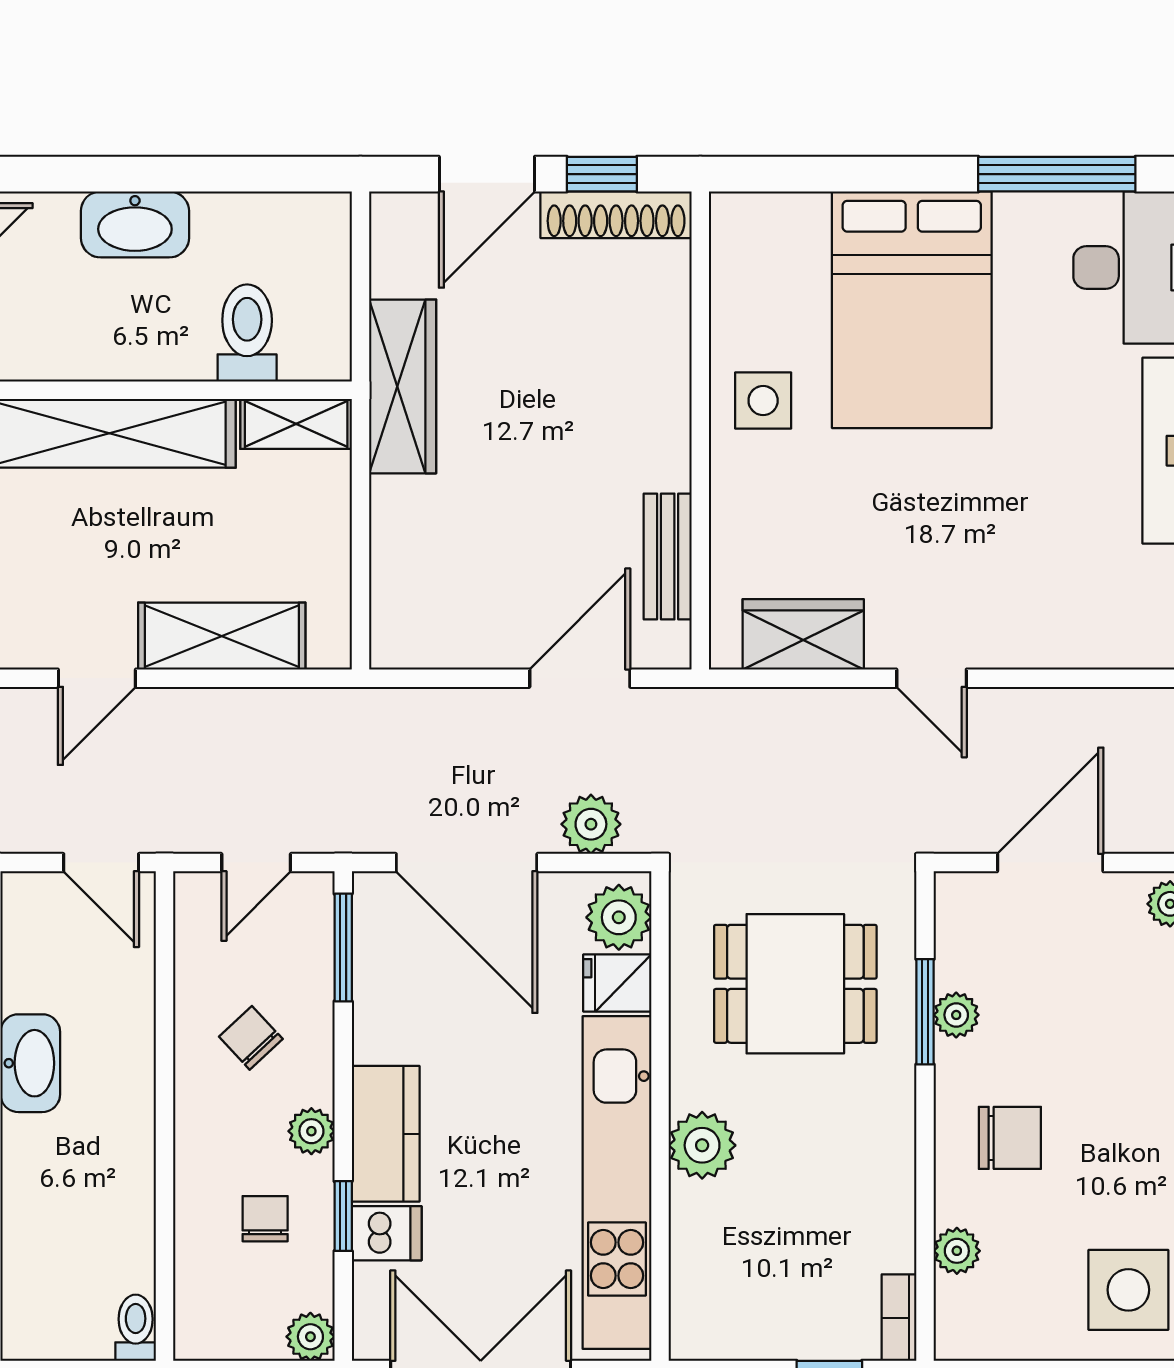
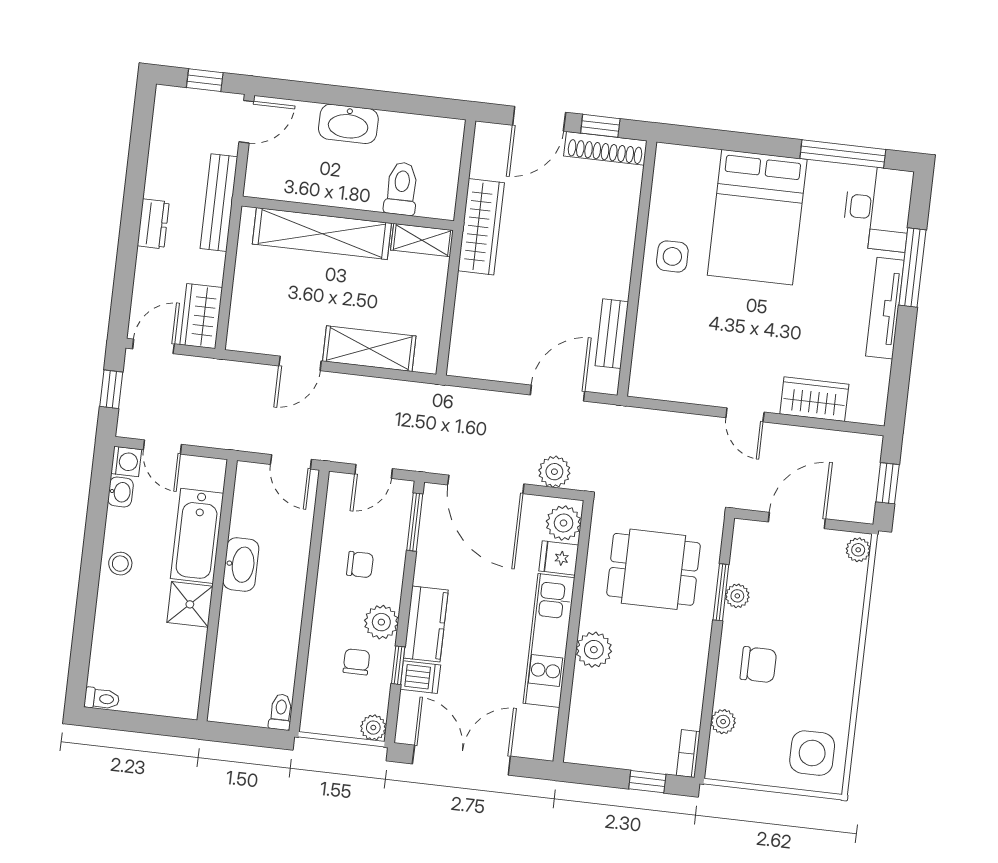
wardrobe: (803, 634) -> (814, 399), moved
chair: (251, 1038) -> (360, 565), turned 133
plant: (311, 1131) -> (381, 622), width x1.38, depth x1.38
kitchen unit: (617, 1183) -> (549, 641), width x0.73

